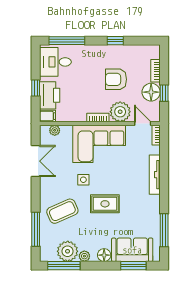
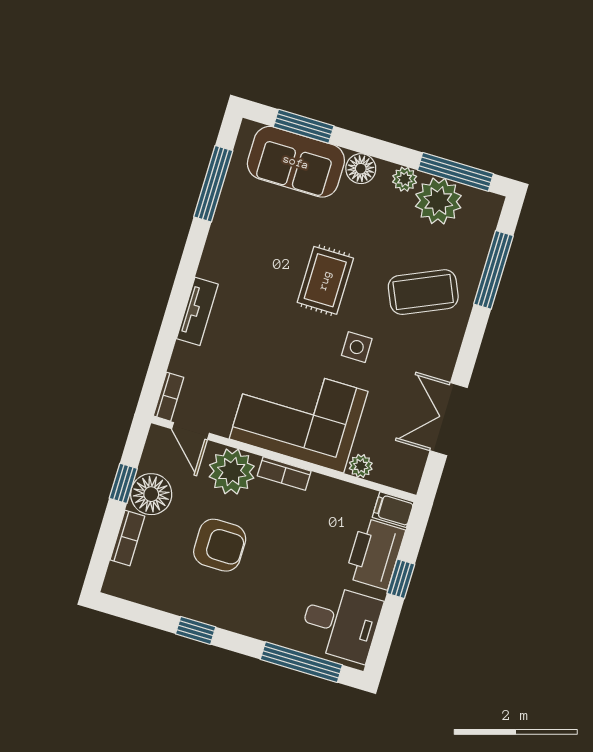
plant: (55, 130) -> (361, 466), moved
tv unit: (155, 175) -> (197, 311), width x0.71
rug: (105, 204) -> (325, 280), turned 90

